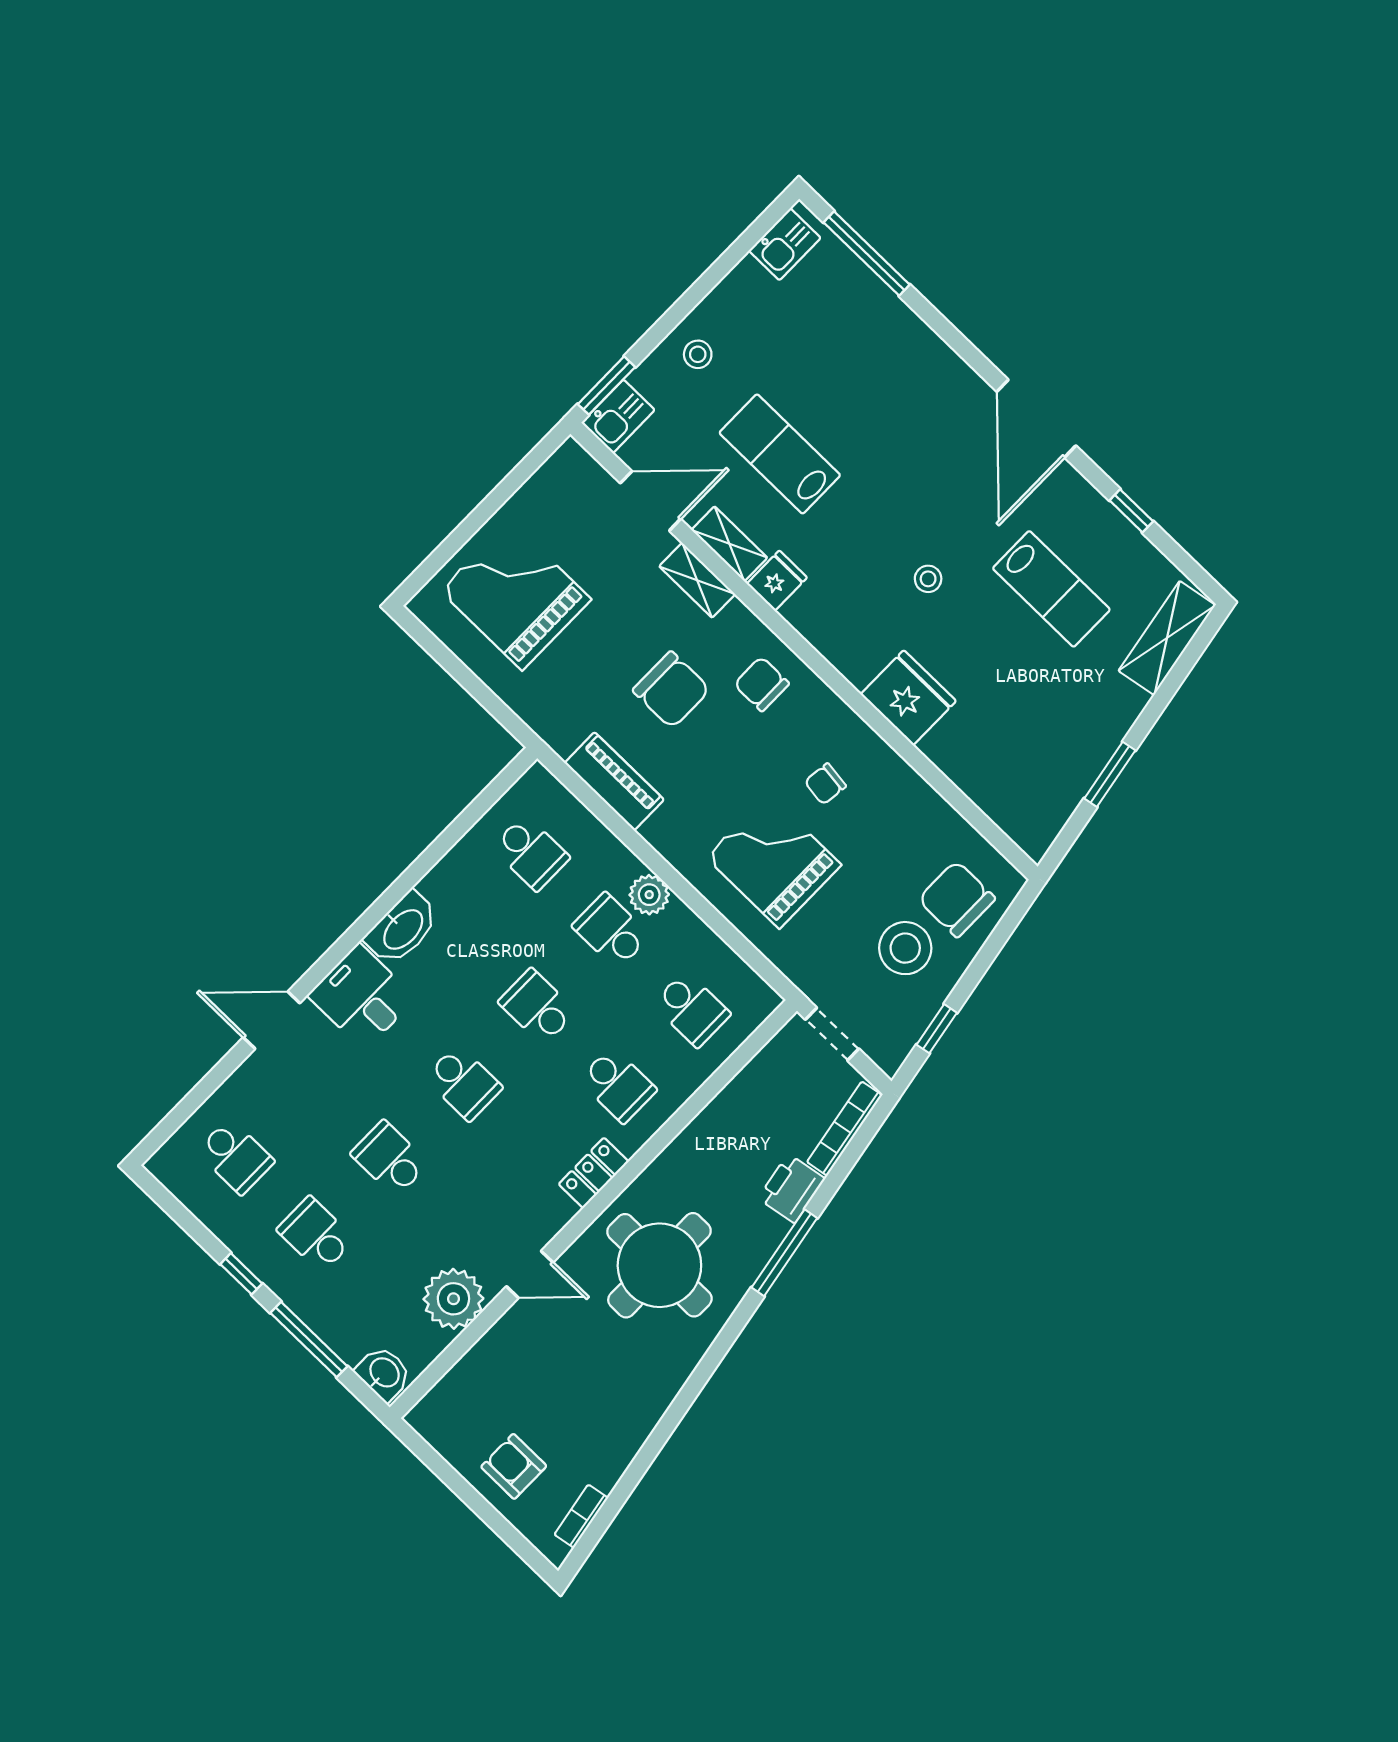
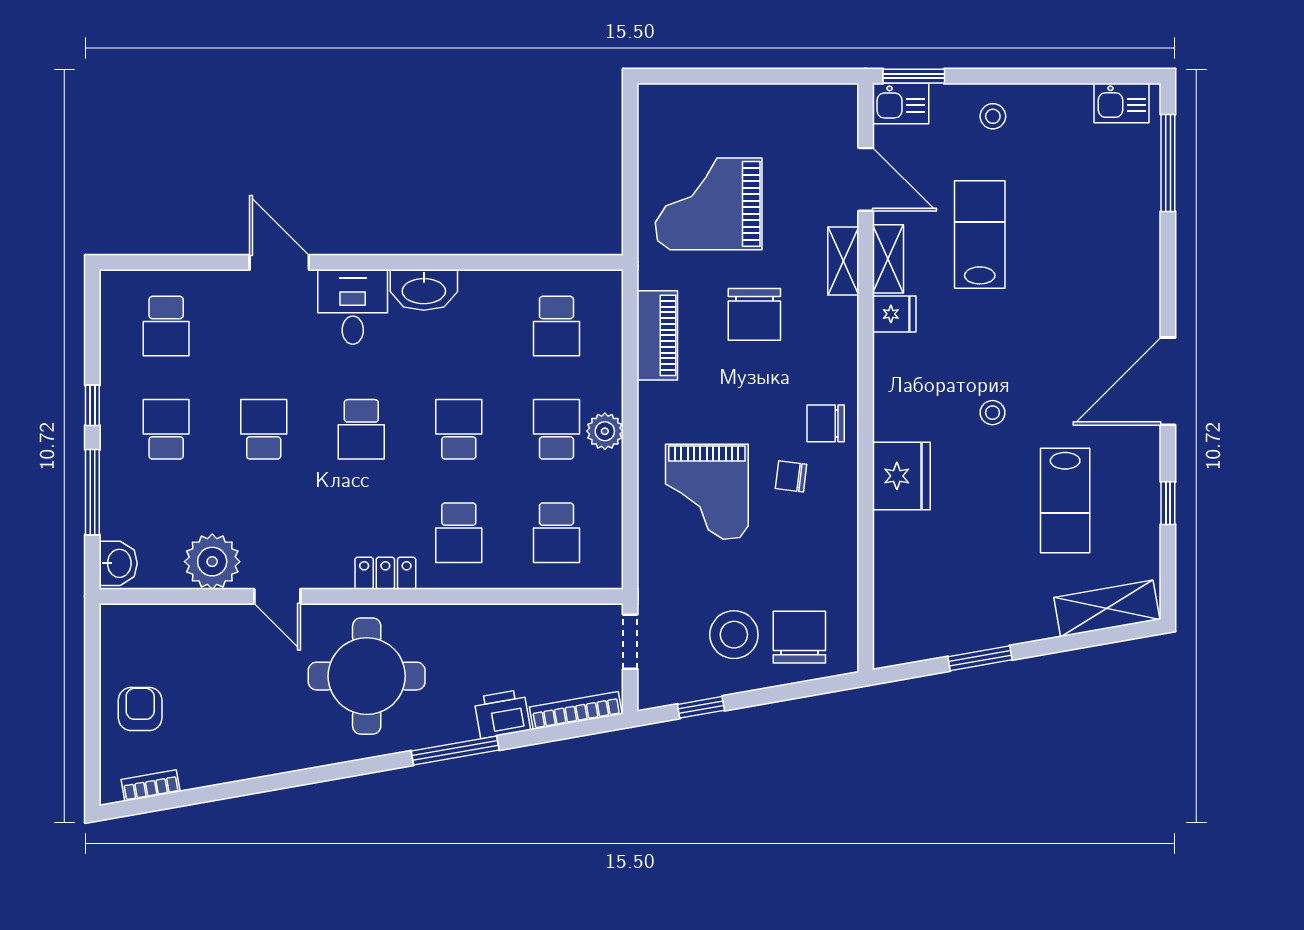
grand piano: (516, 595) -> (709, 204), moved, turned -90
chair: (762, 684) -> (826, 423), moved, turned -90
grand piano: (773, 861) -> (707, 492), turned 180

